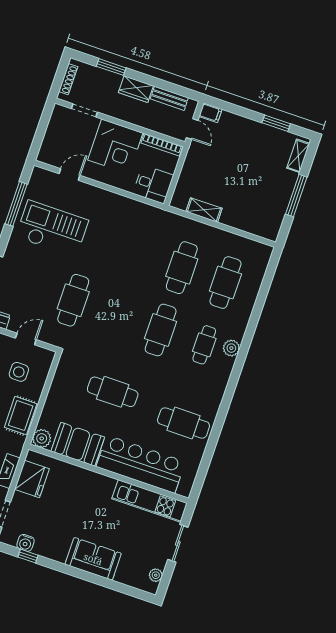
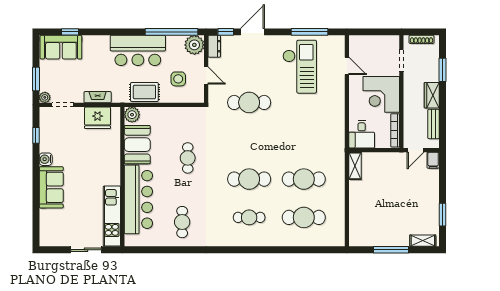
shelving: (204, 210) -> (355, 166), moved
plant: (231, 348) -> (254, 240), removed
cafe table: (113, 392) -> (188, 158), width x0.73, depth x0.74
cafe table: (184, 423) -> (182, 222), width x0.73, depth x0.74
water cooler: (25, 543) -> (46, 159), moved
plant: (156, 575) -> (55, 241), removed

